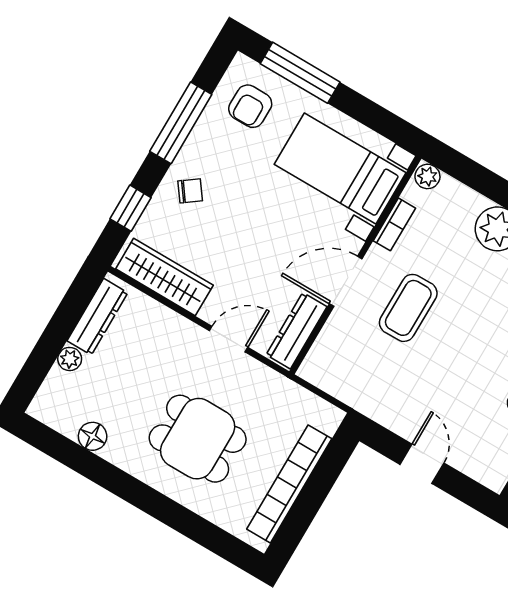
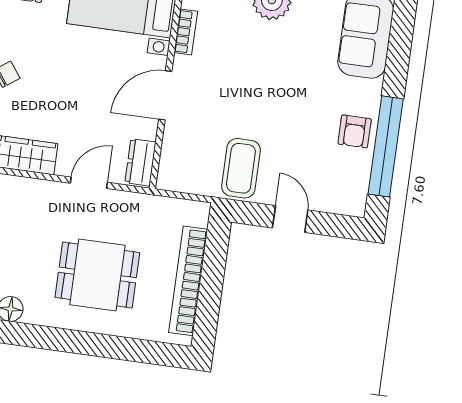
coffee table: (408, 308) -> (241, 168), moved
dresser: (297, 331) -> (140, 162), width x0.70

